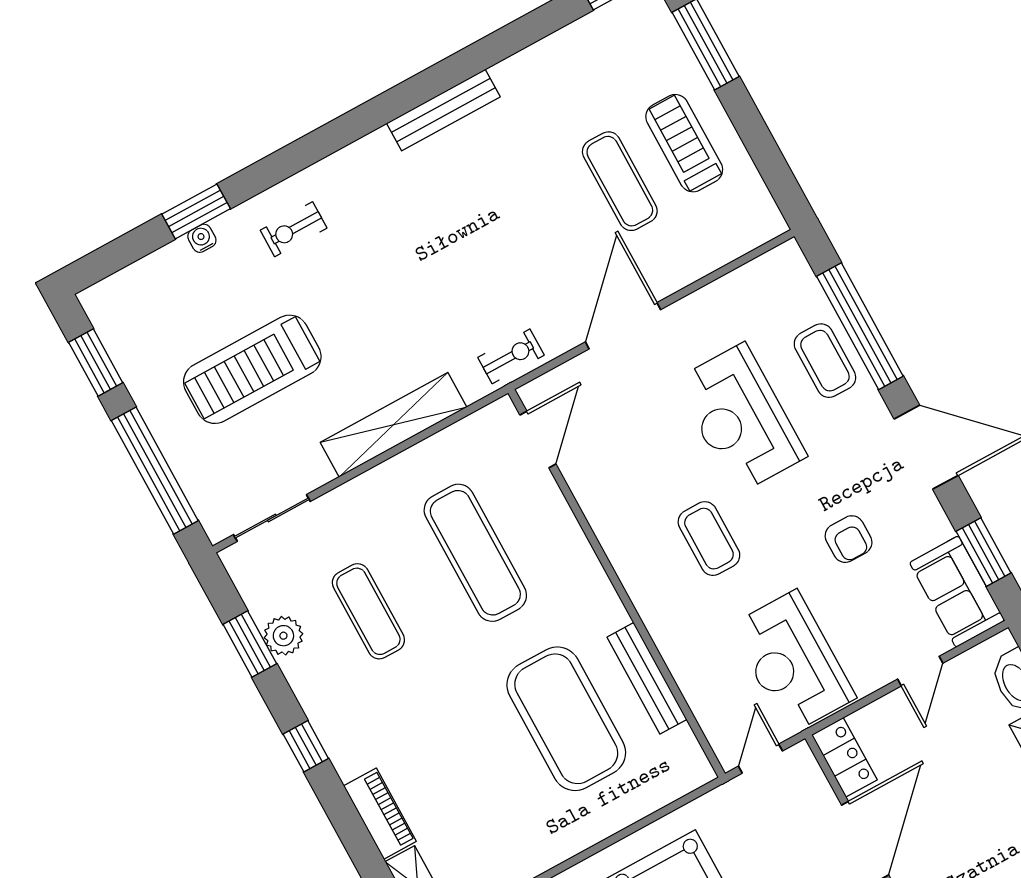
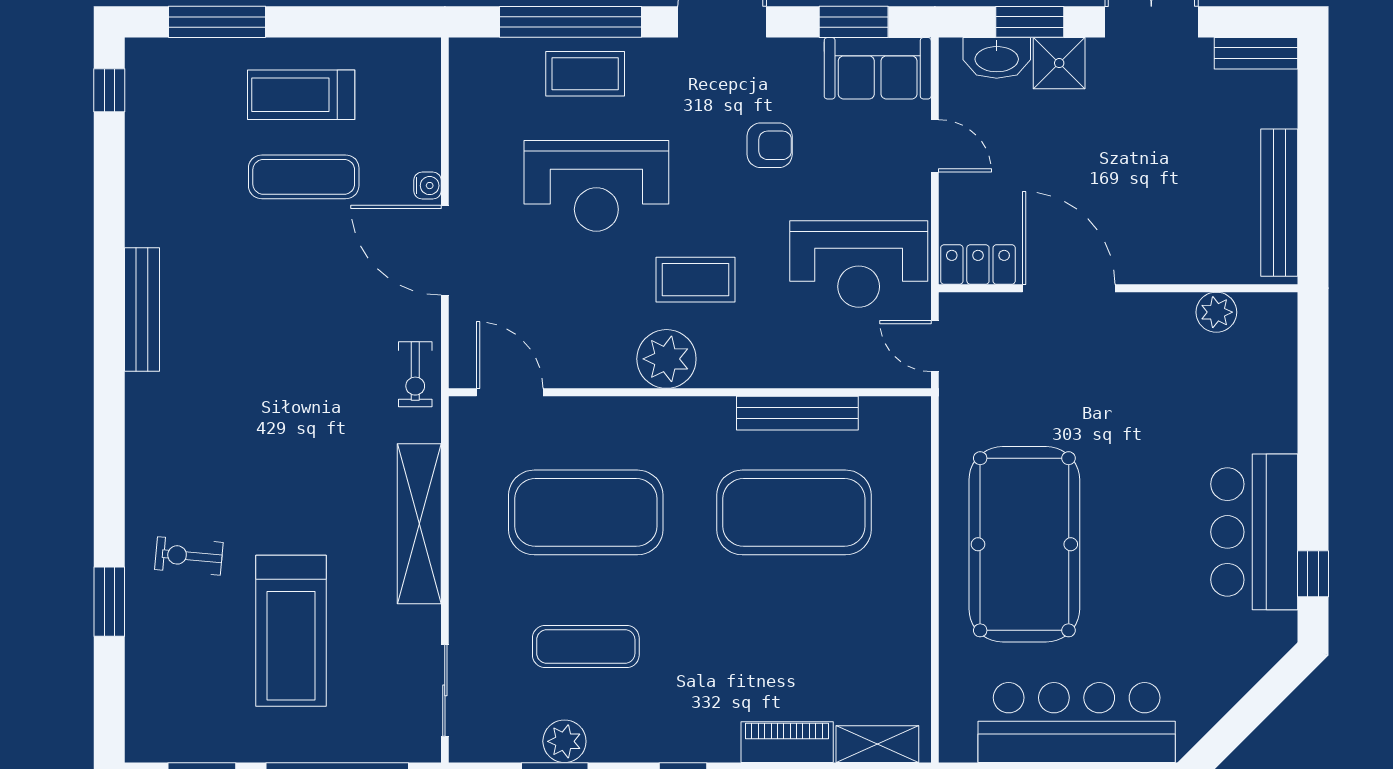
exercise bike: (294, 229) -> (189, 556), moved, turned 95
water cooler: (202, 238) -> (427, 186), moved, turned 180
exercise bike: (511, 356) -> (415, 374), turned 180
plant: (633, 550) -> (666, 359), added
exercise mat: (475, 553) -> (586, 512), width x1.47

